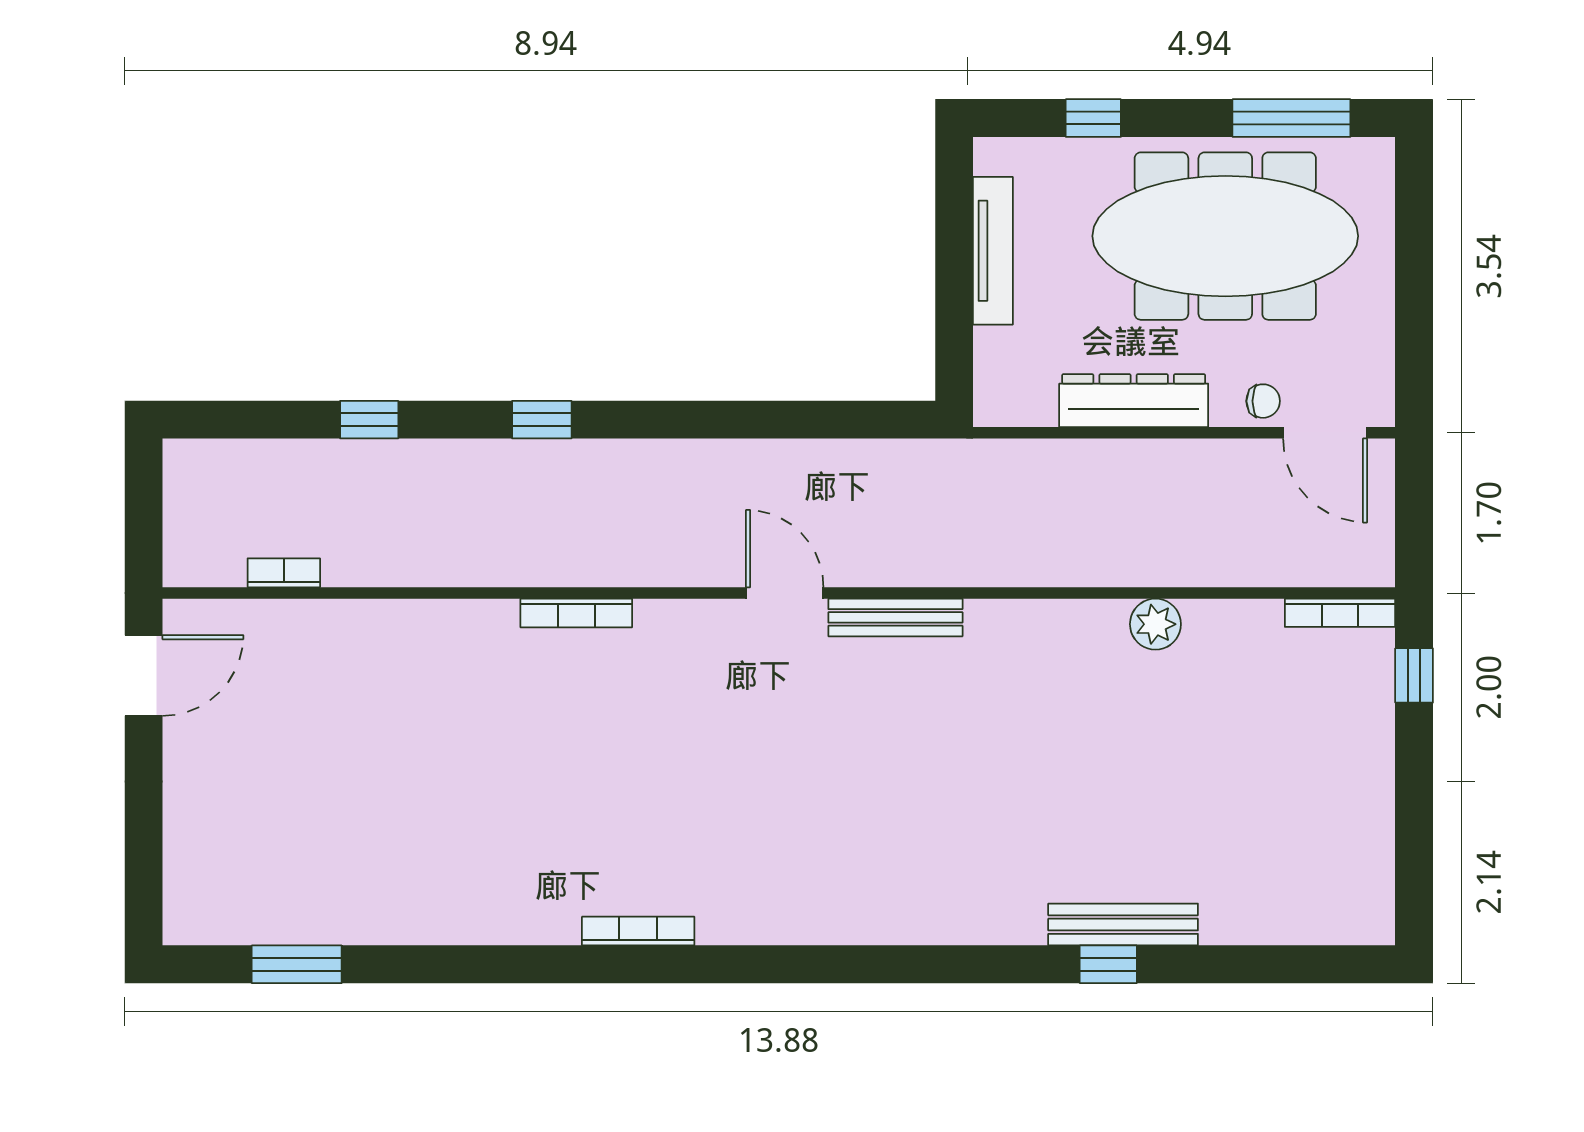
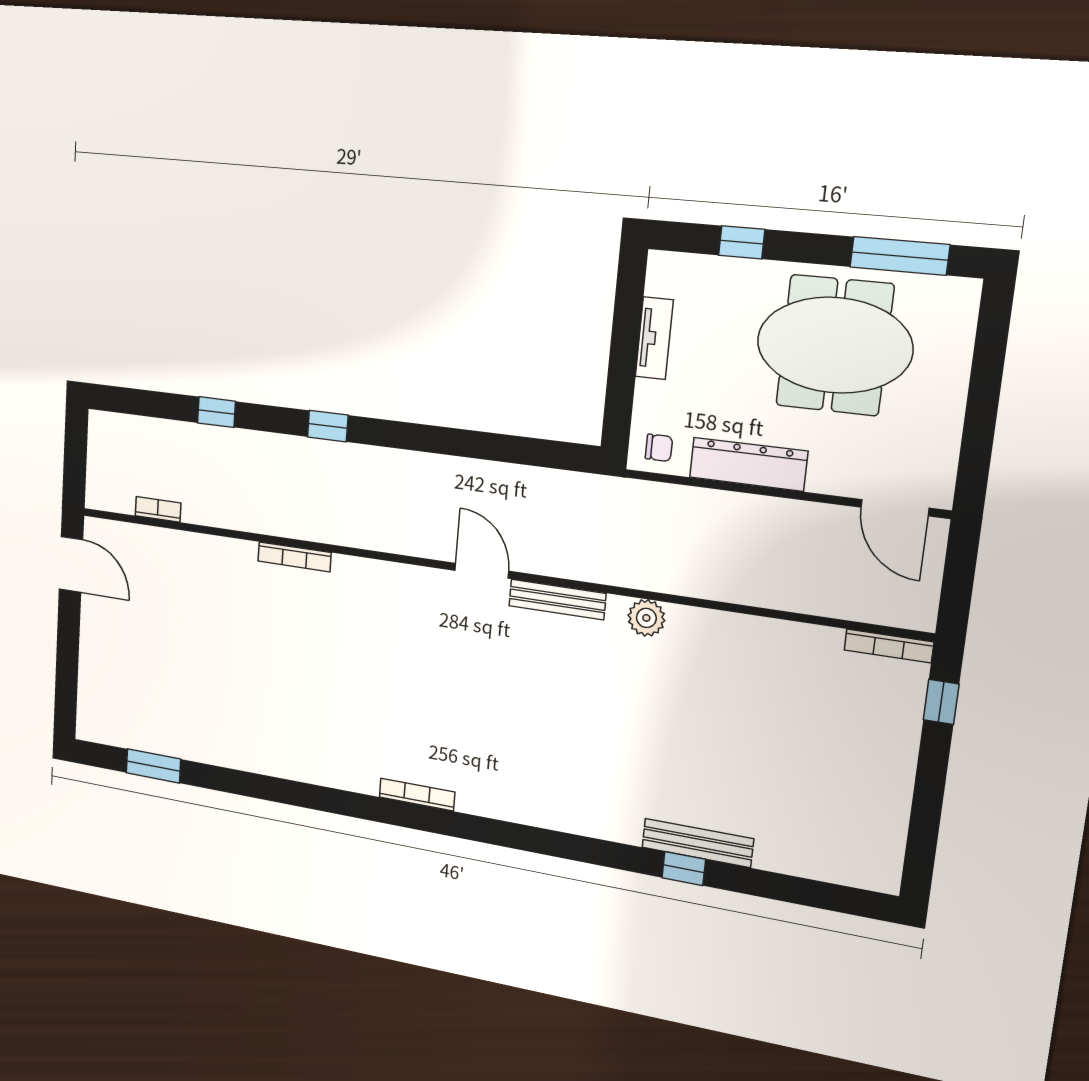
meeting table: (1225, 236) -> (835, 345), width x0.73
tv unit: (993, 251) -> (654, 338), width x0.71
chair: (1263, 401) -> (659, 448), moved
bookcase: (576, 613) -> (294, 557), moved
plant: (1155, 624) -> (646, 618), moved
door: (144, 675) -> (71, 564), hinge flipped
bookcase: (638, 931) -> (417, 795), moved

